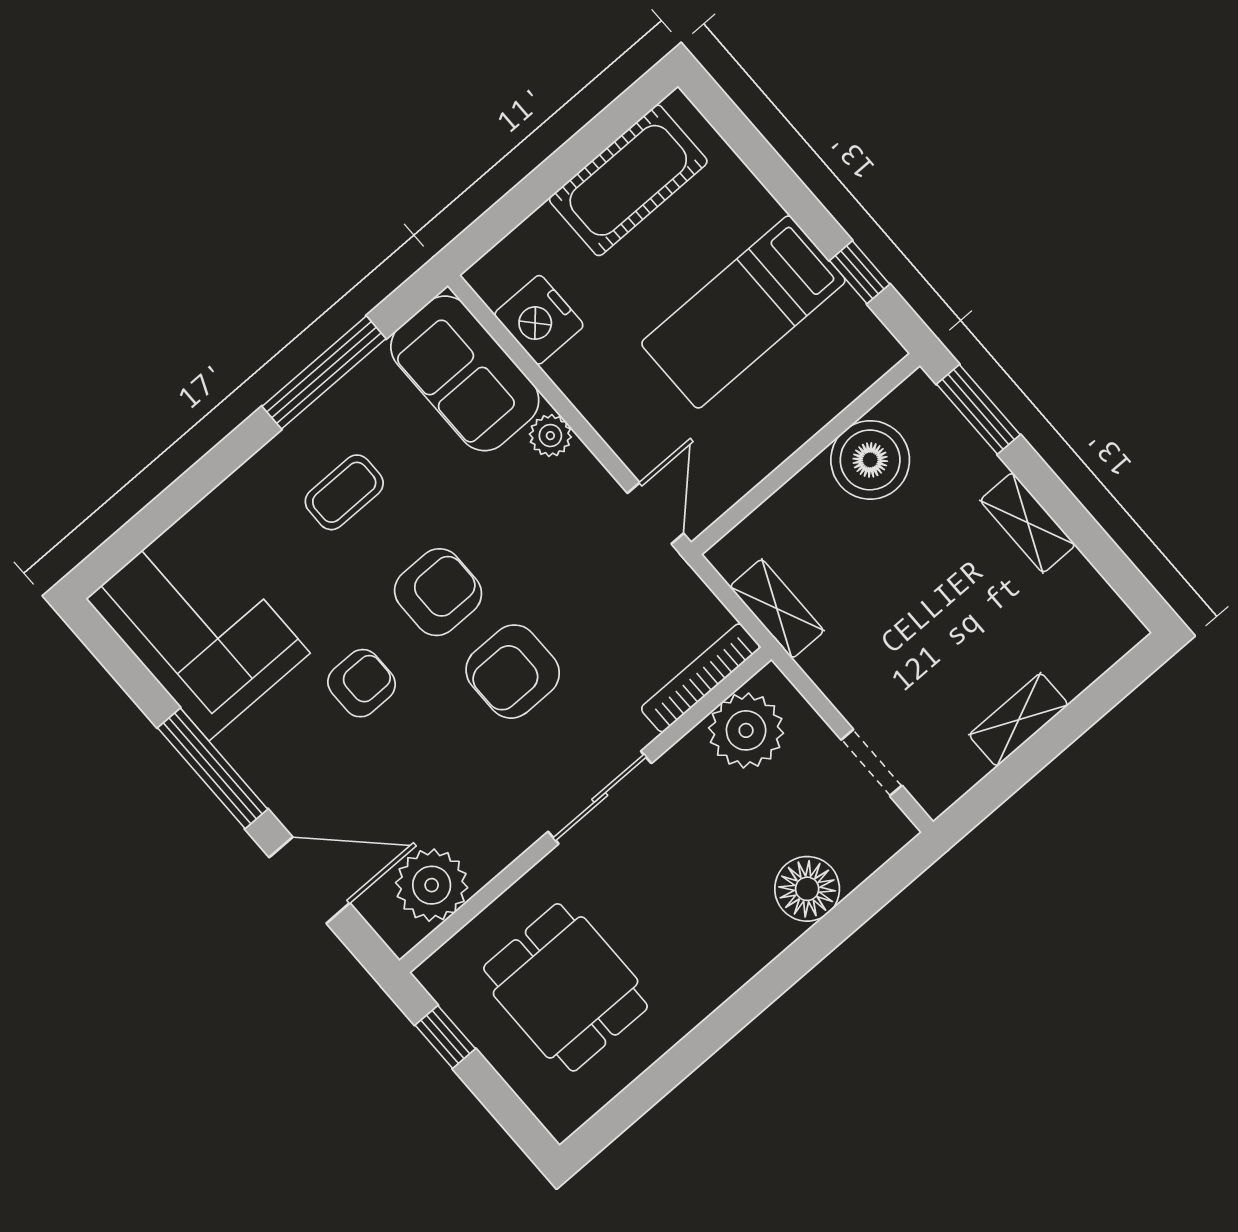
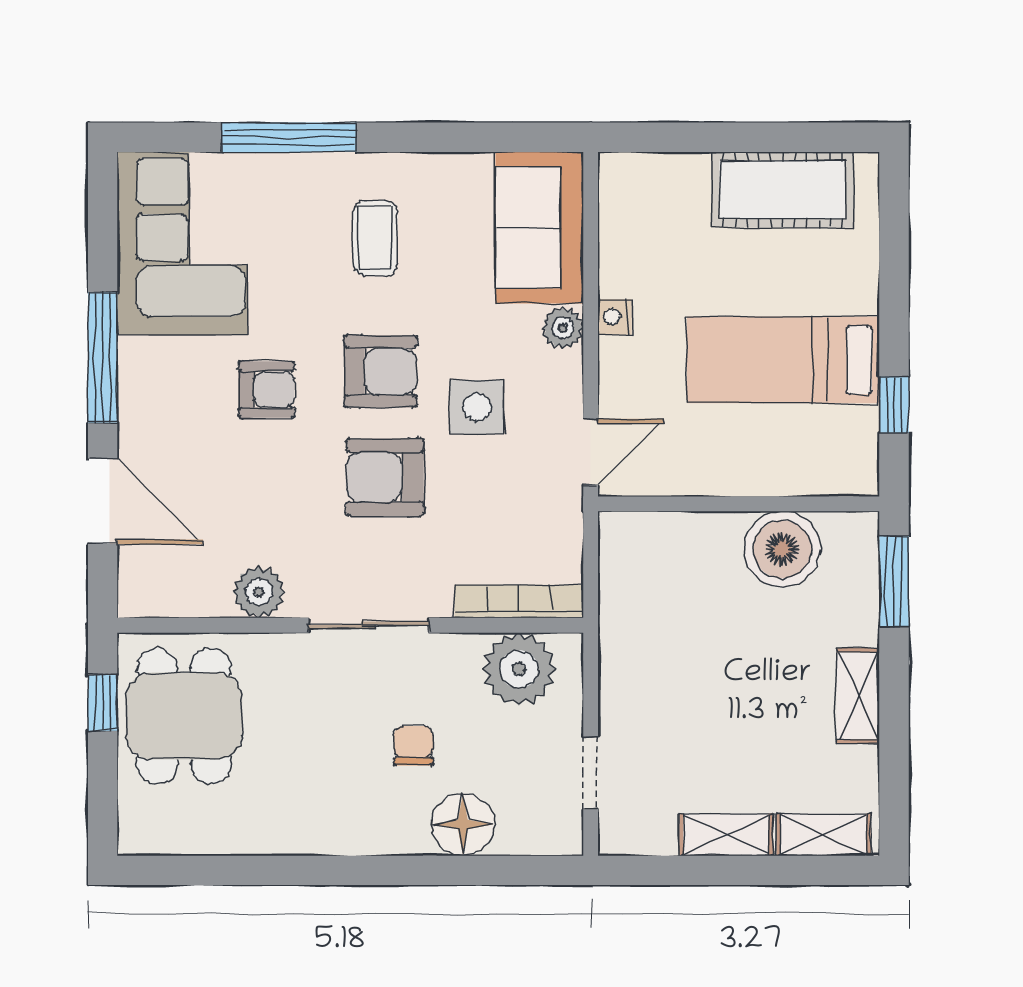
nightstand: (539, 320) -> (615, 317), moved, width x0.53, depth x0.56
window: (324, 372) -> (289, 137), moved
coffee table: (344, 492) -> (375, 238), turned 90
side table: (537, 555) -> (477, 407), added
shelving: (777, 609) -> (824, 835), moved, turned 90
chair: (716, 861) -> (413, 746), added
plant: (432, 885) -> (259, 592), moved, width x0.73, depth x0.73
dining table: (566, 987) -> (184, 716), moved

